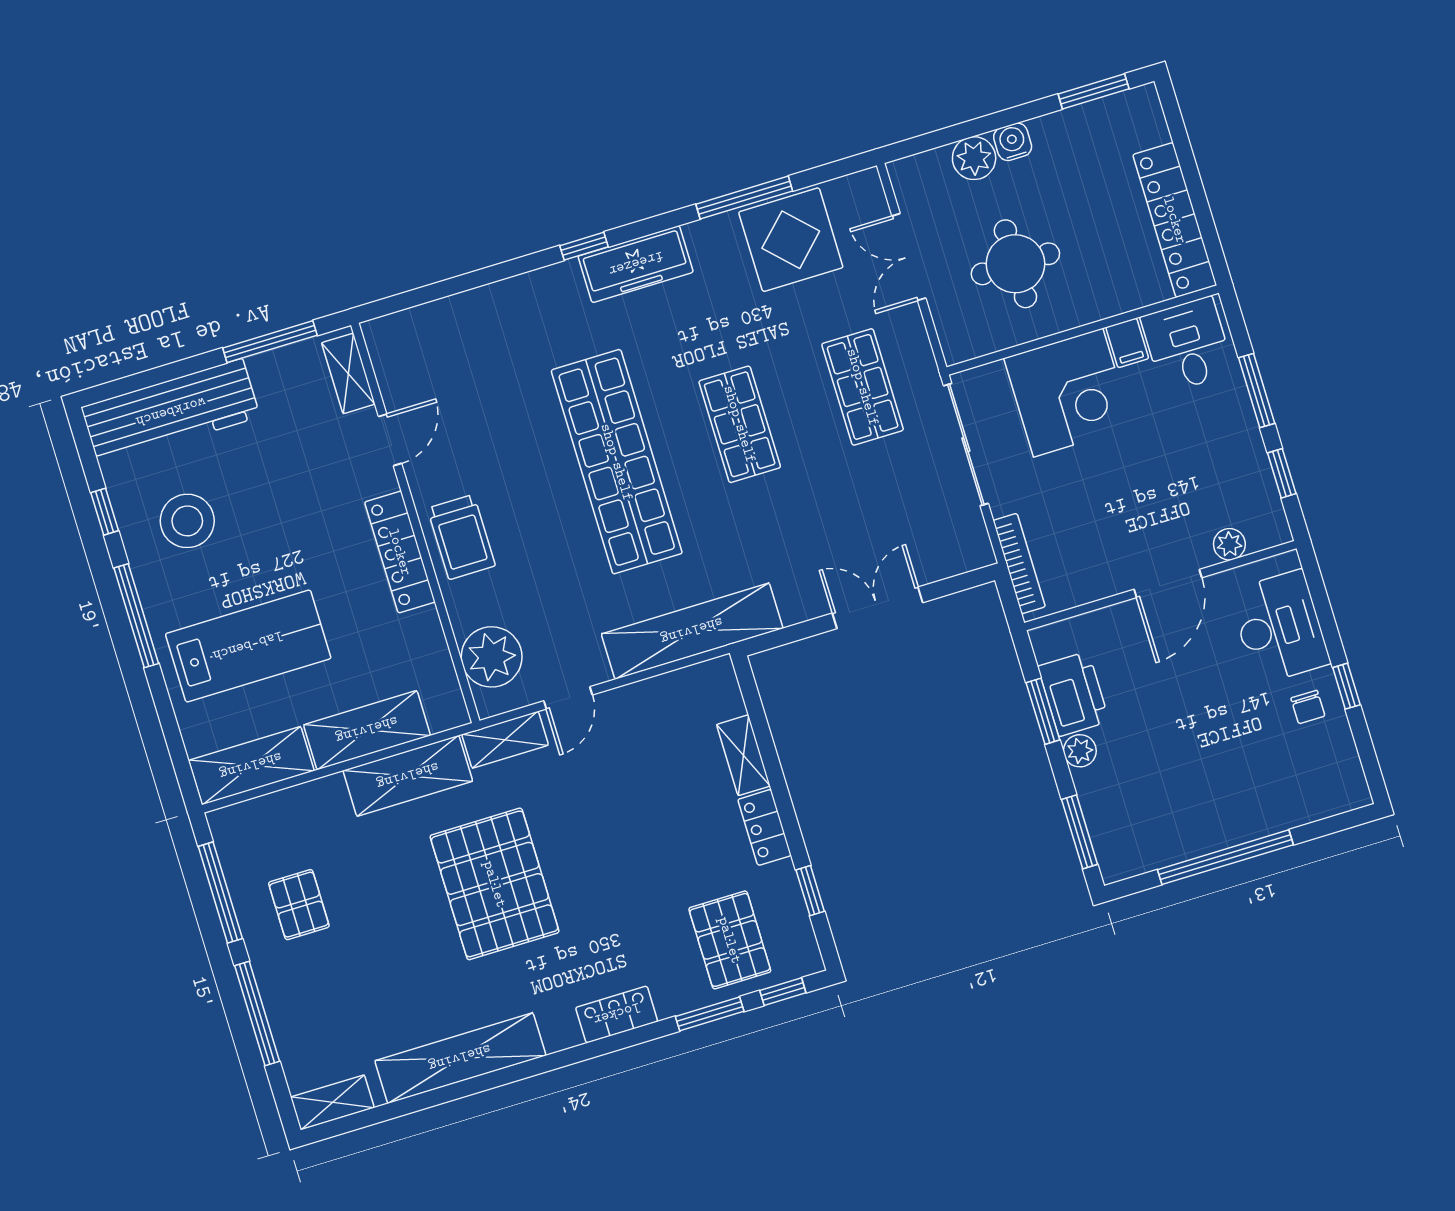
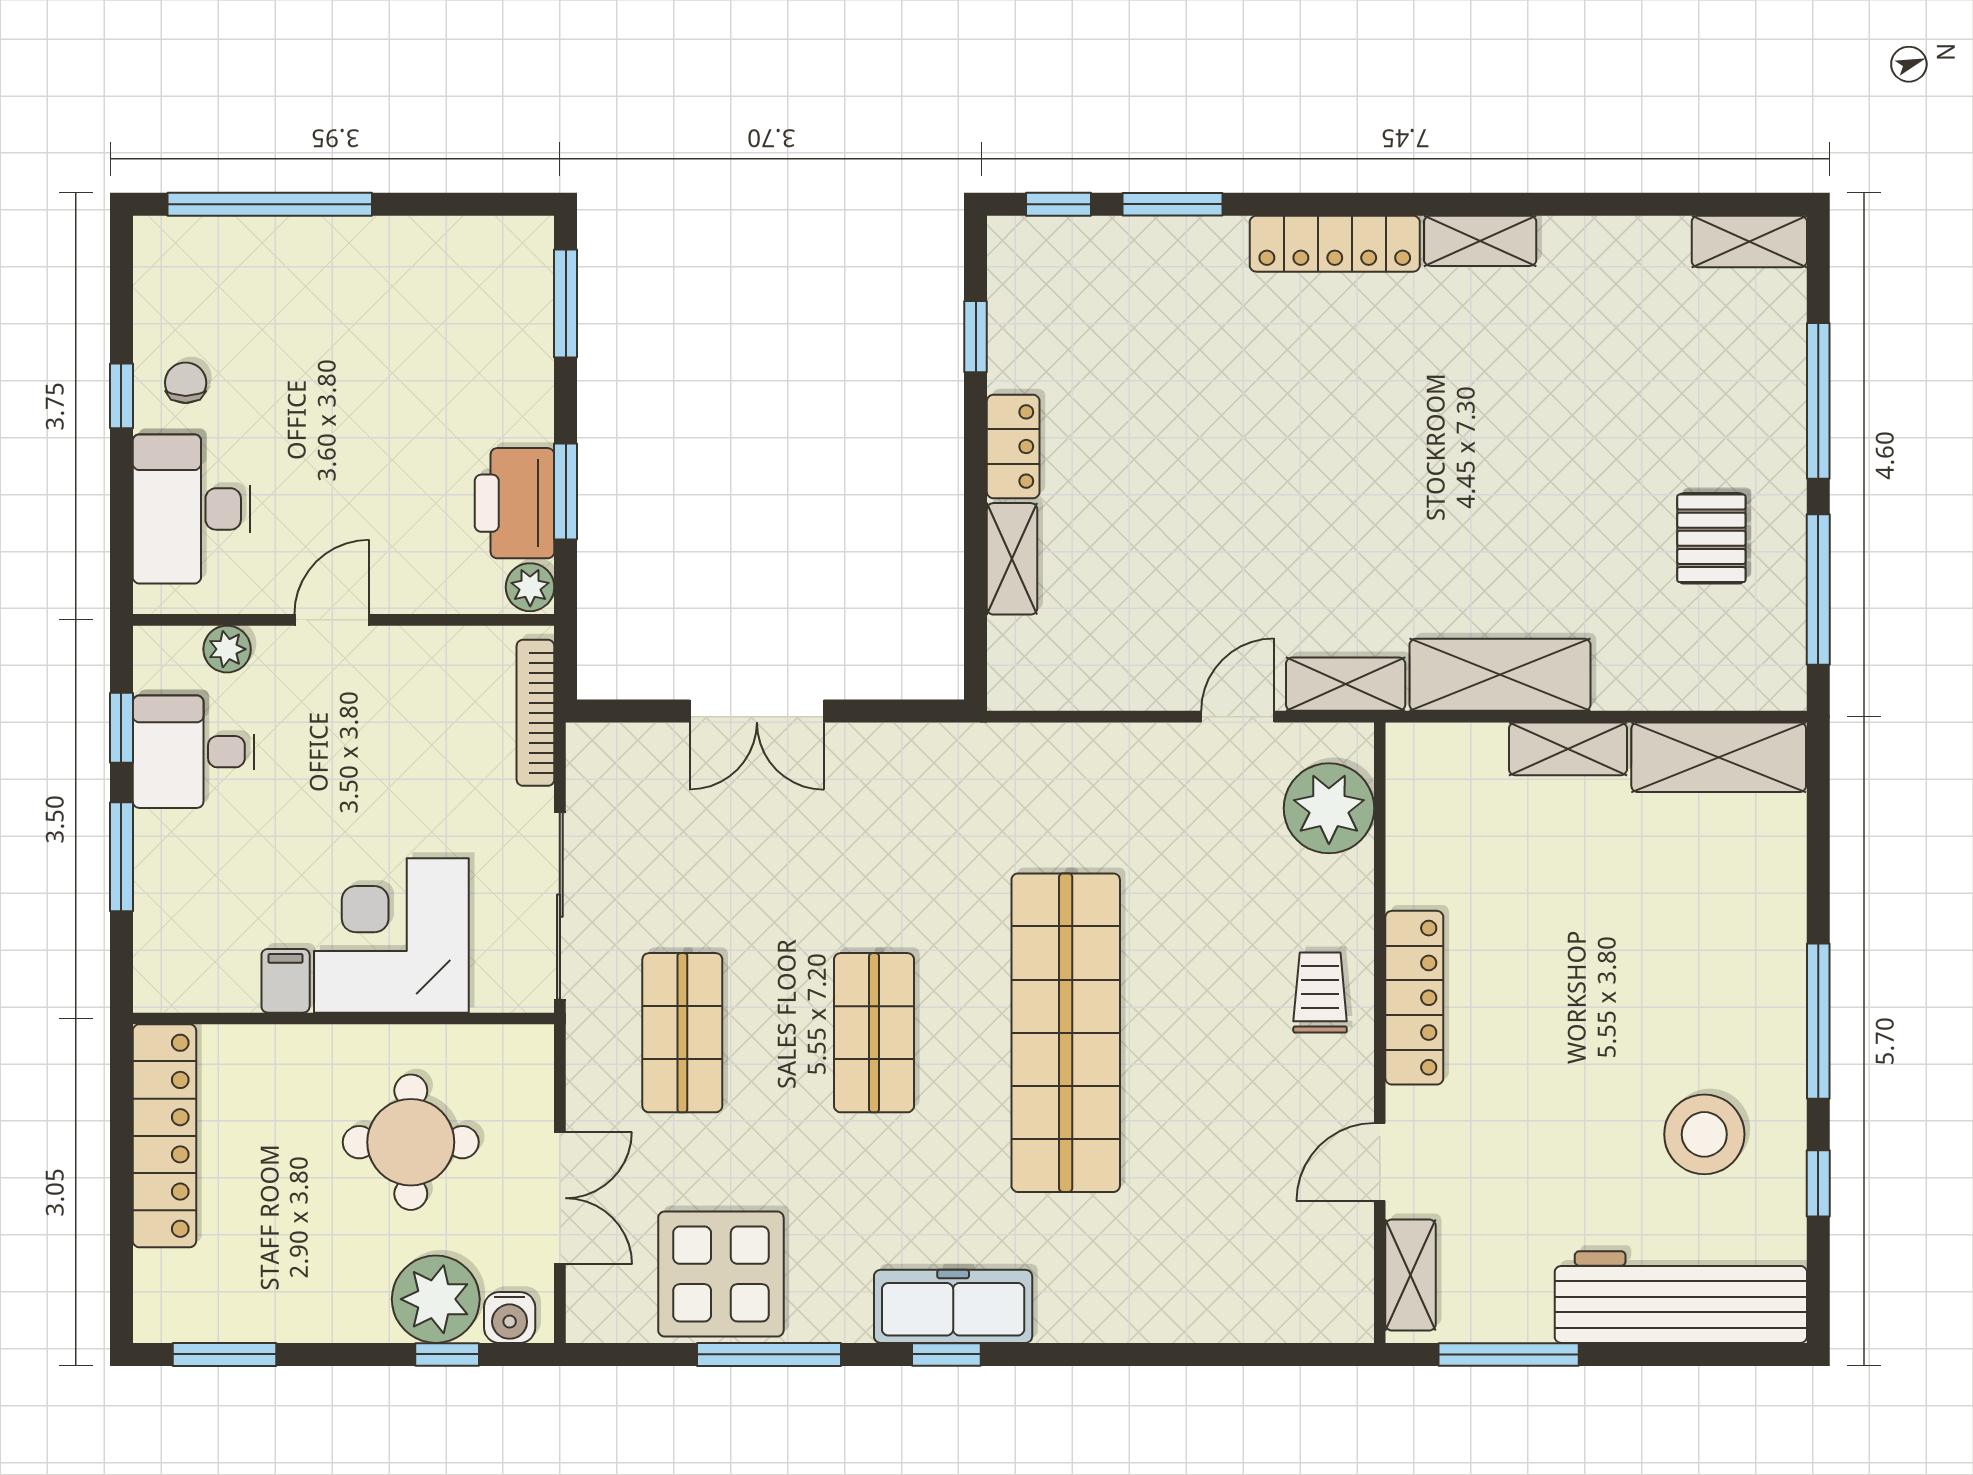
window: (951, 135) -> (447, 1354), added
water cooler: (1013, 142) -> (510, 1317), moved
plant: (974, 158) -> (436, 1299), width x1.36, depth x1.36
window: (584, 246) -> (946, 1354), moved
desk: (1187, 345) -> (194, 752), moved, turned 90
trolley: (461, 537) -> (1320, 993), width x0.73, depth x0.72
door: (1168, 583) -> (332, 620), width x0.73
shelving: (692, 631) -> (1031, 758), removed
lab bench: (248, 646) -> (1672, 929), removed
shelving: (367, 730) -> (1568, 749), width x0.67, depth x0.75
plant: (1080, 751) -> (530, 587), moved
window: (1225, 857) -> (270, 204), moved
pallet: (495, 884) -> (1423, 483), removed
pallet: (730, 940) -> (1112, 301), removed
locker: (617, 1014) -> (1335, 244), width x1.53
shelving: (460, 1058) -> (1480, 241), width x0.45, depth x0.75

